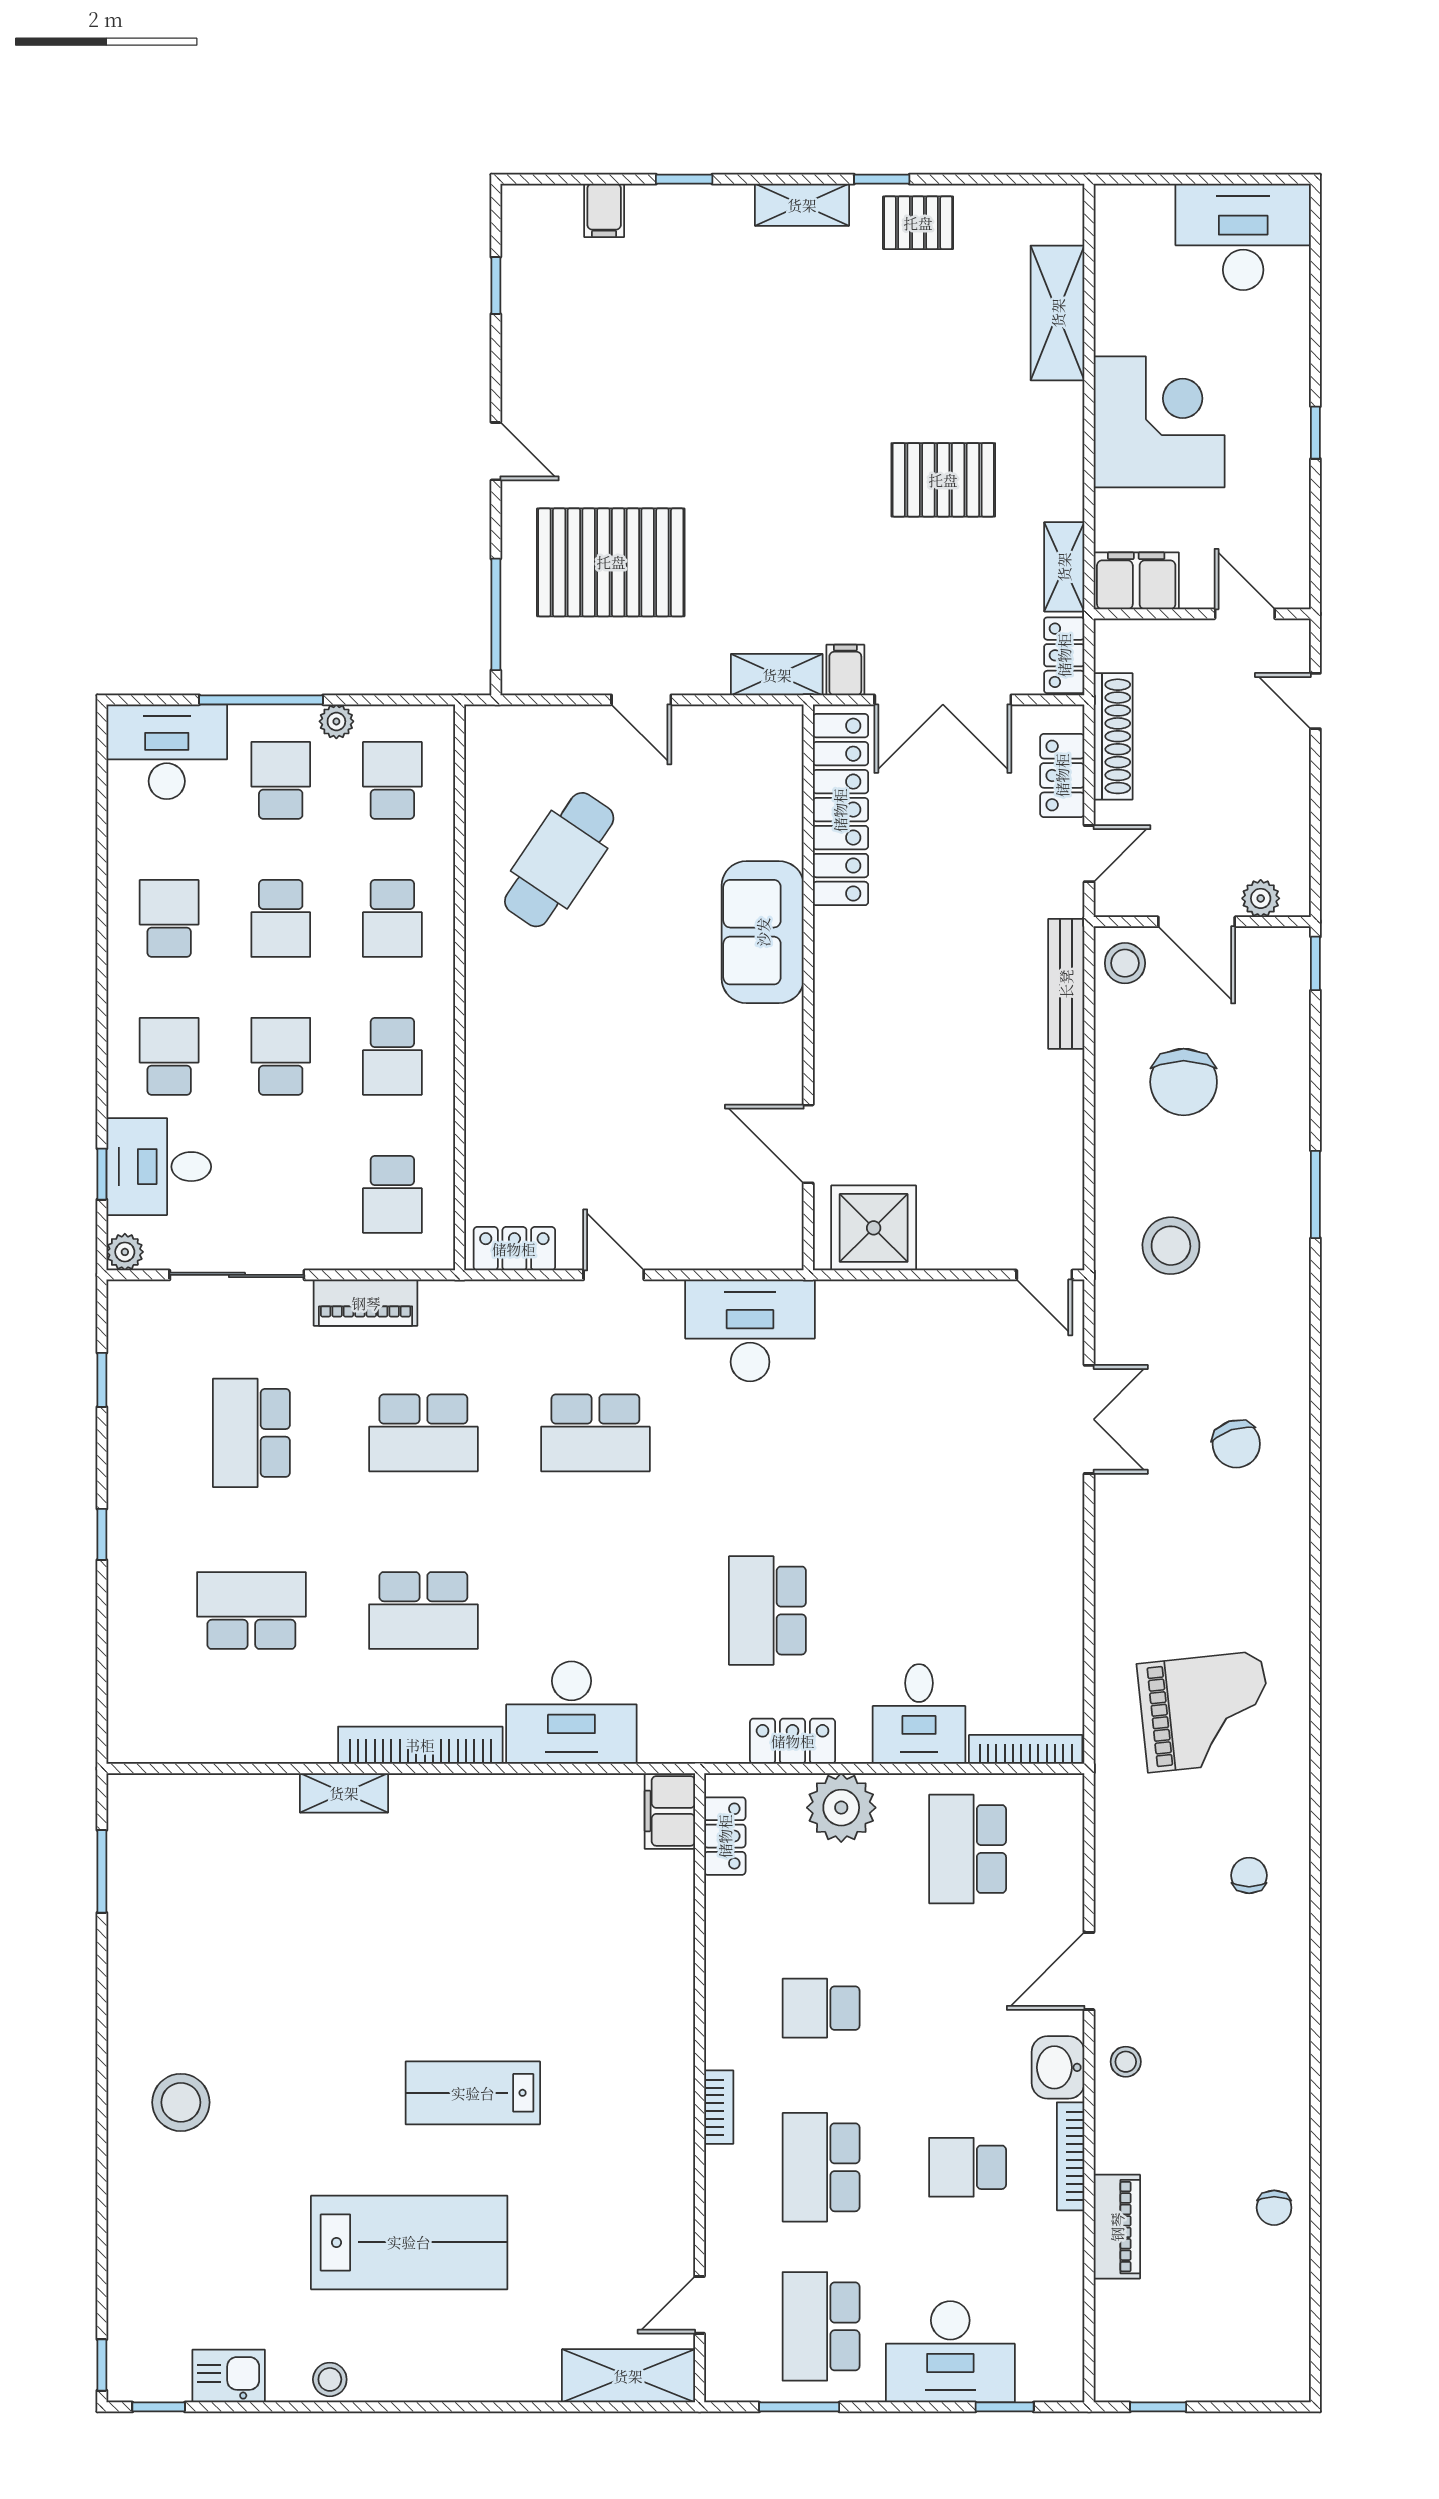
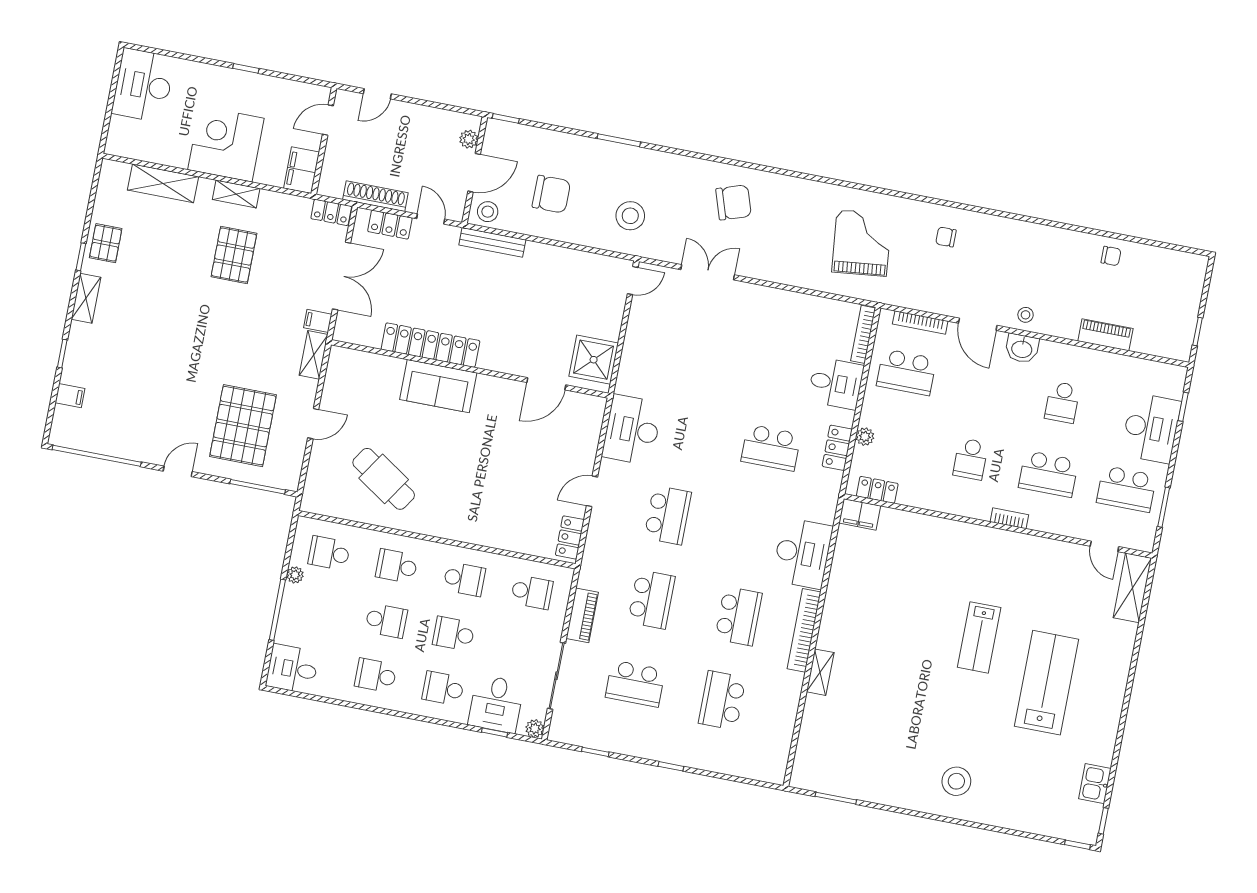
window: (496, 286) -> (97, 456), width x3.17
shelving: (1064, 567) -> (236, 194), moved
desk: (167, 752) -> (292, 669), width x0.73
school desk: (281, 780) -> (319, 608), removed
locker: (840, 810) -> (430, 345), moved
school desk: (392, 918) -> (397, 566), turned 180
chair: (1236, 1444) -> (733, 202), width x1.37, depth x1.37
plant: (841, 1808) -> (865, 437), width x0.53, depth x0.53
bookcase: (1071, 2156) -> (920, 323), moved
stool: (330, 2379) -> (1106, 734), removed

